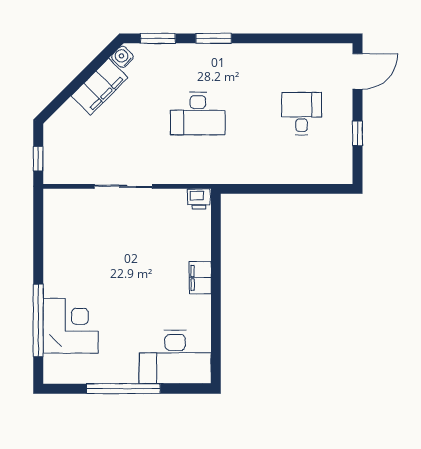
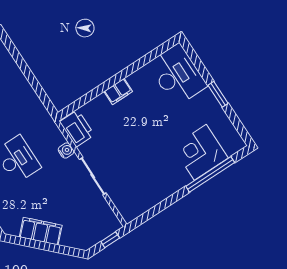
water cooler: (122, 57) -> (66, 150), moved, turned -135
printer: (199, 199) -> (77, 128), width x1.87, depth x1.48
window: (123, 389) -> (218, 94), width x0.47

